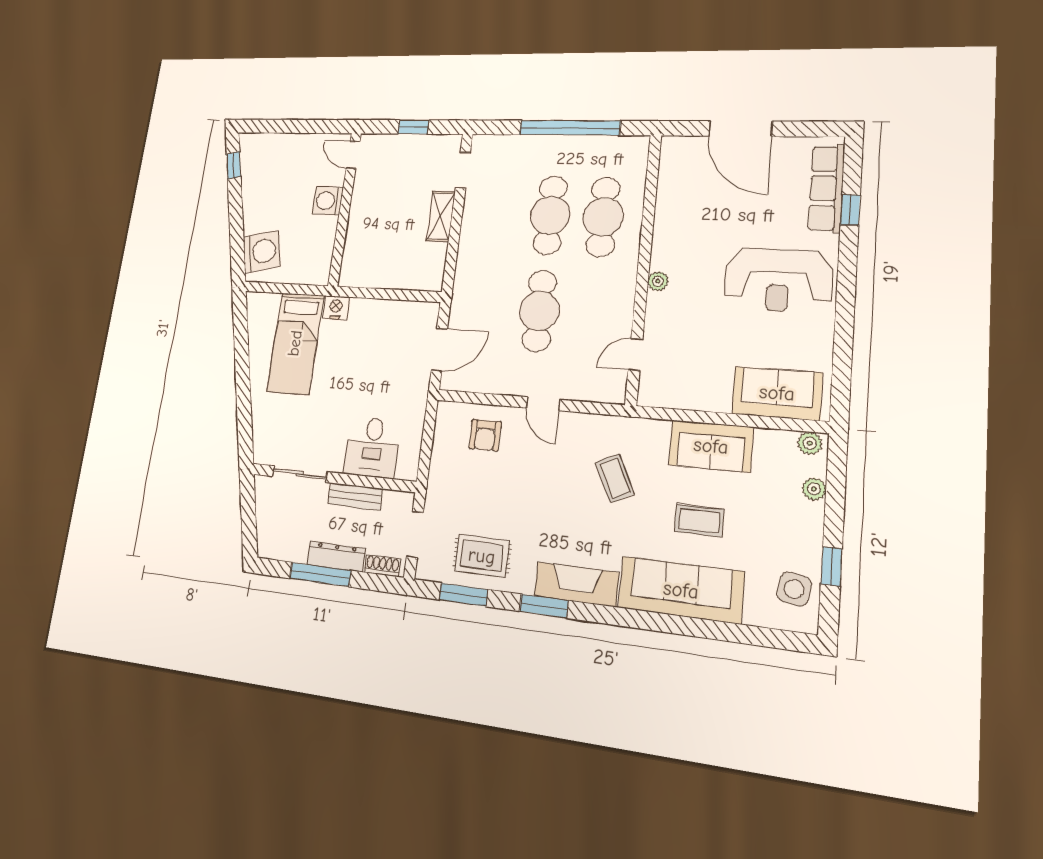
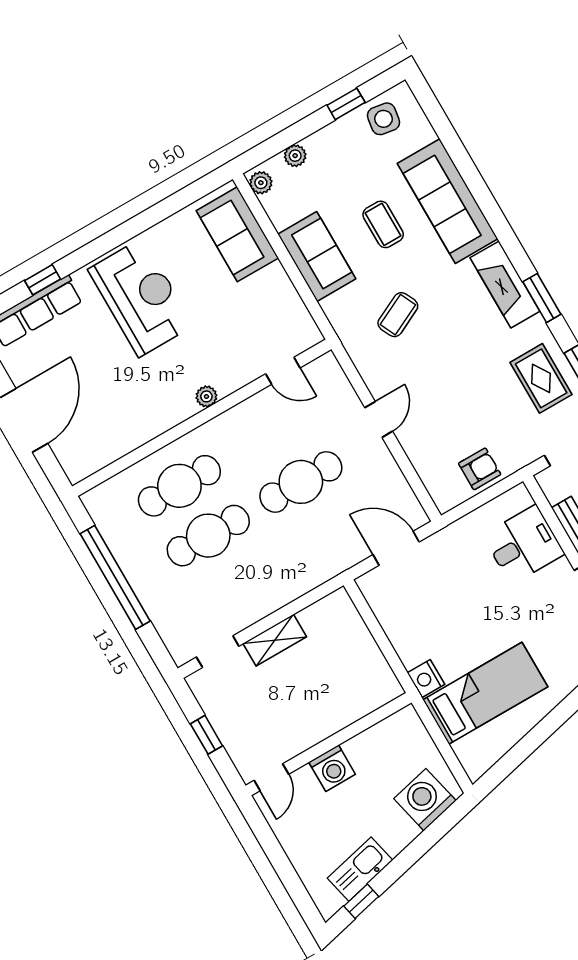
kitchen sink: (253, 177) -> (360, 869), added
armchair: (485, 435) -> (480, 469), moved

